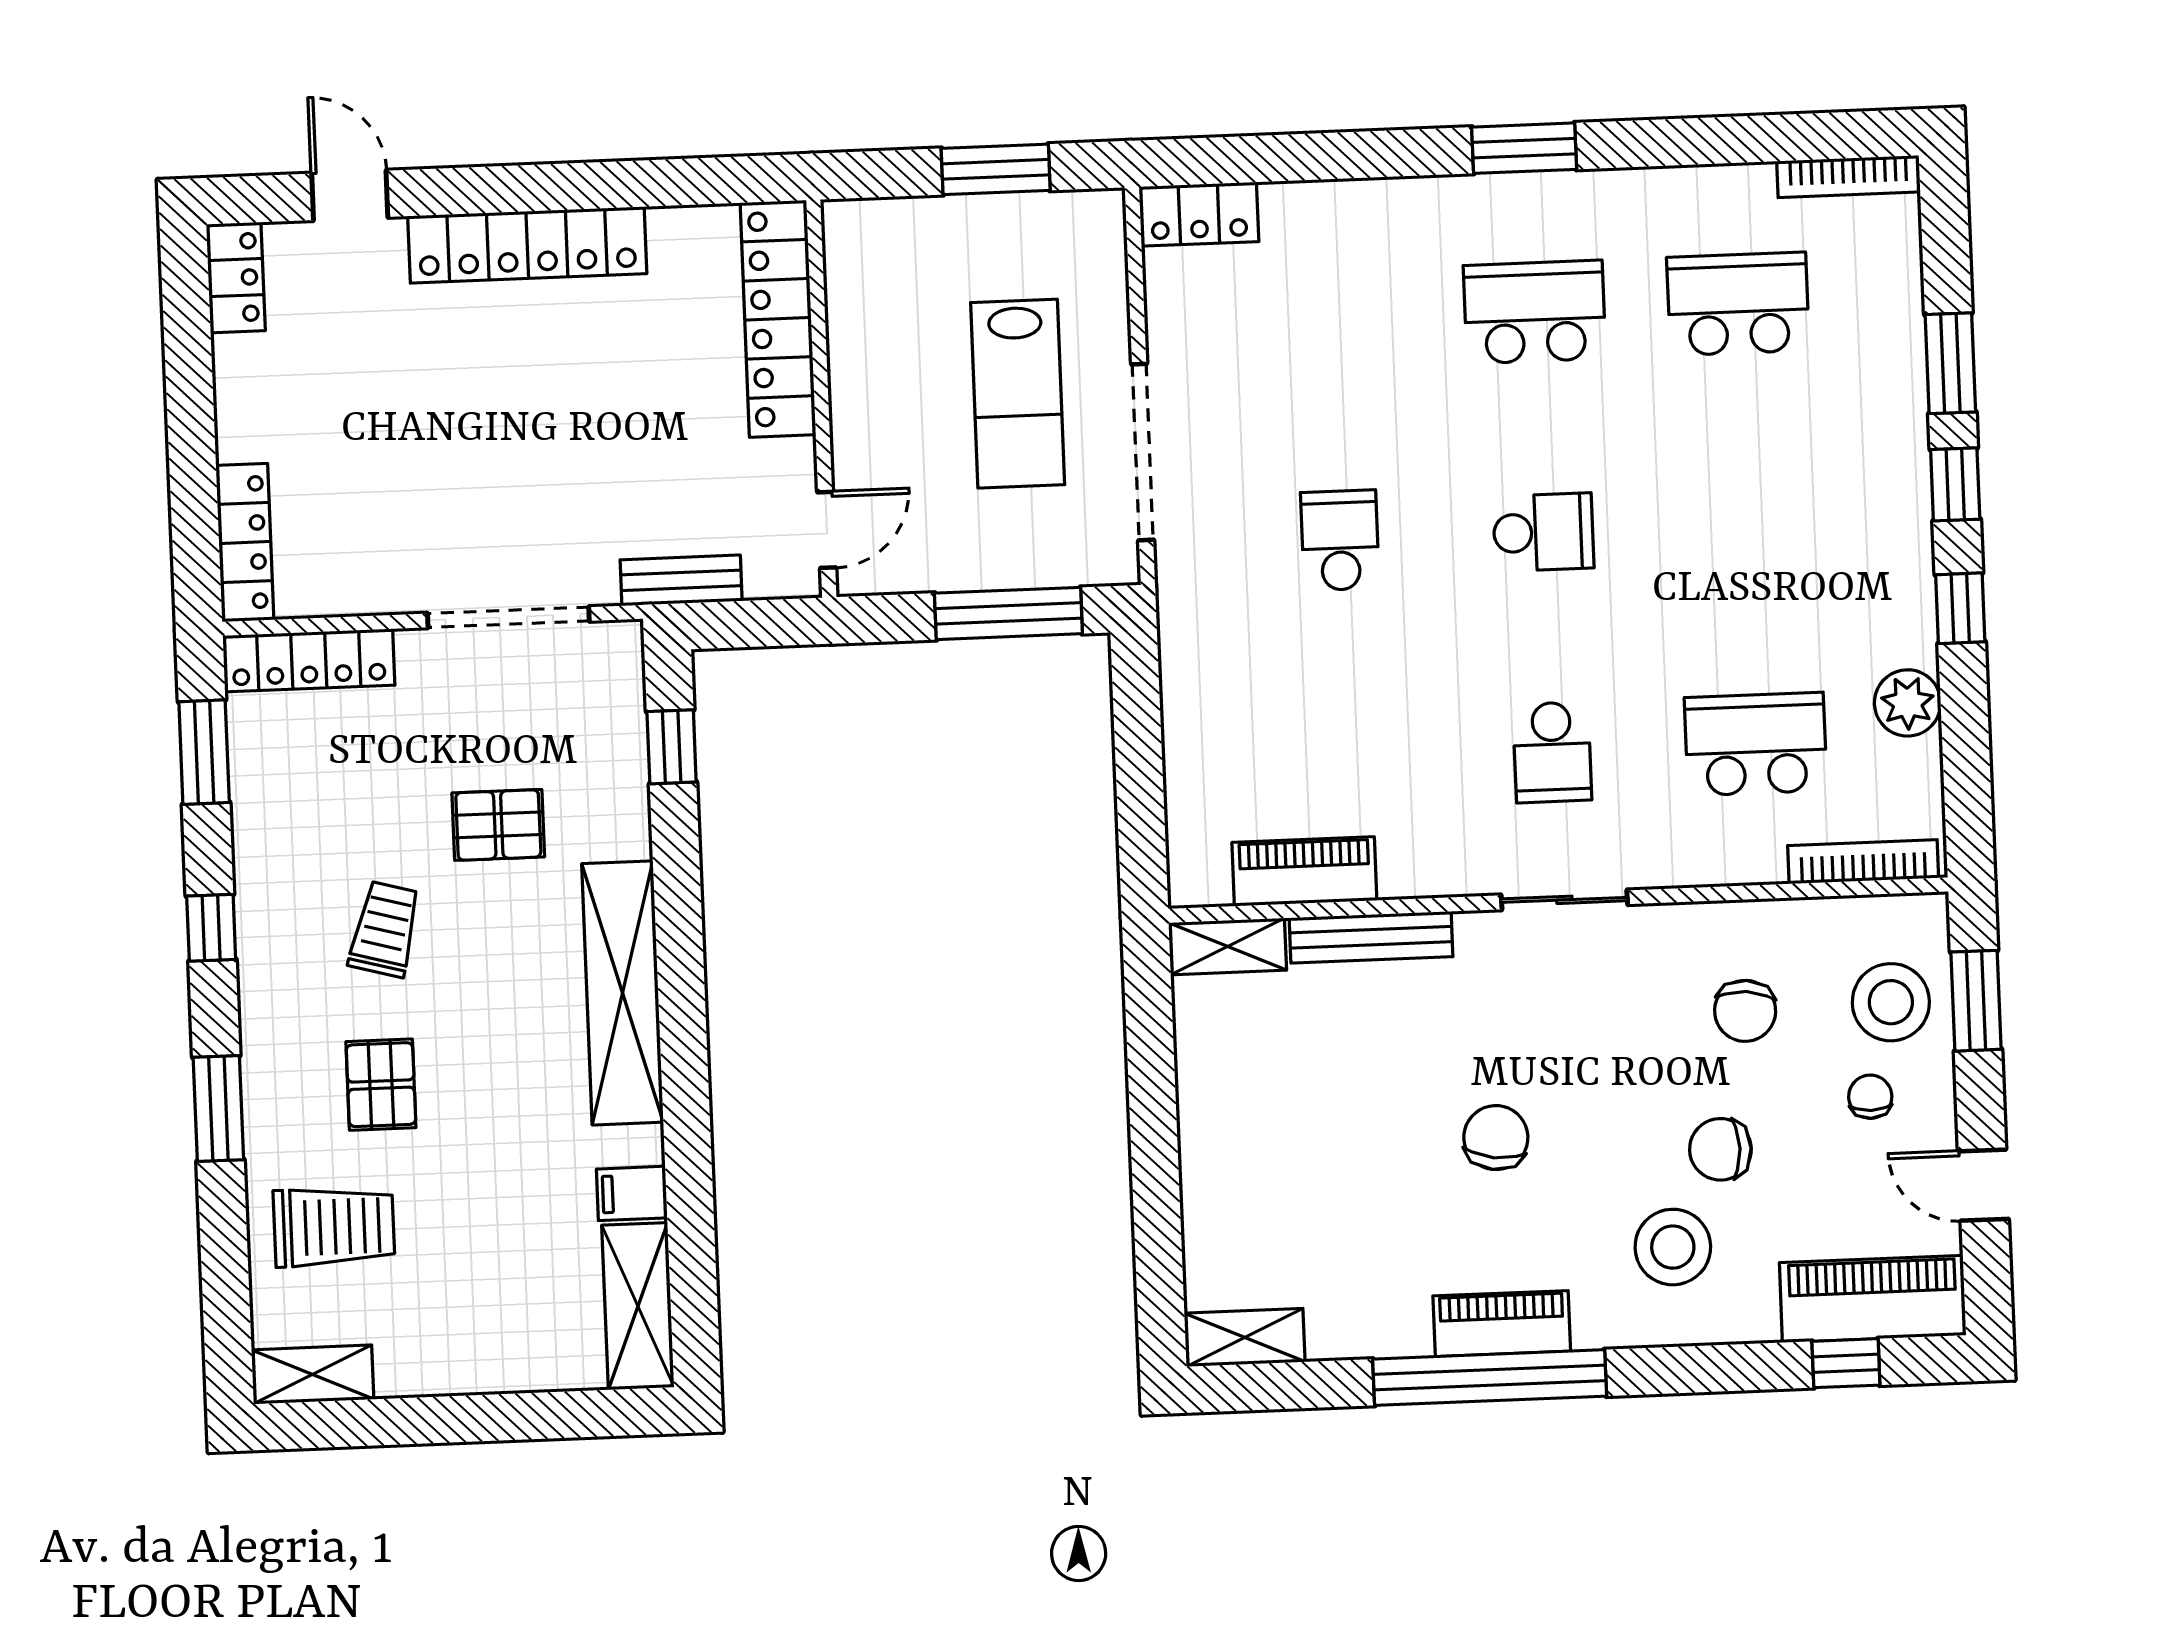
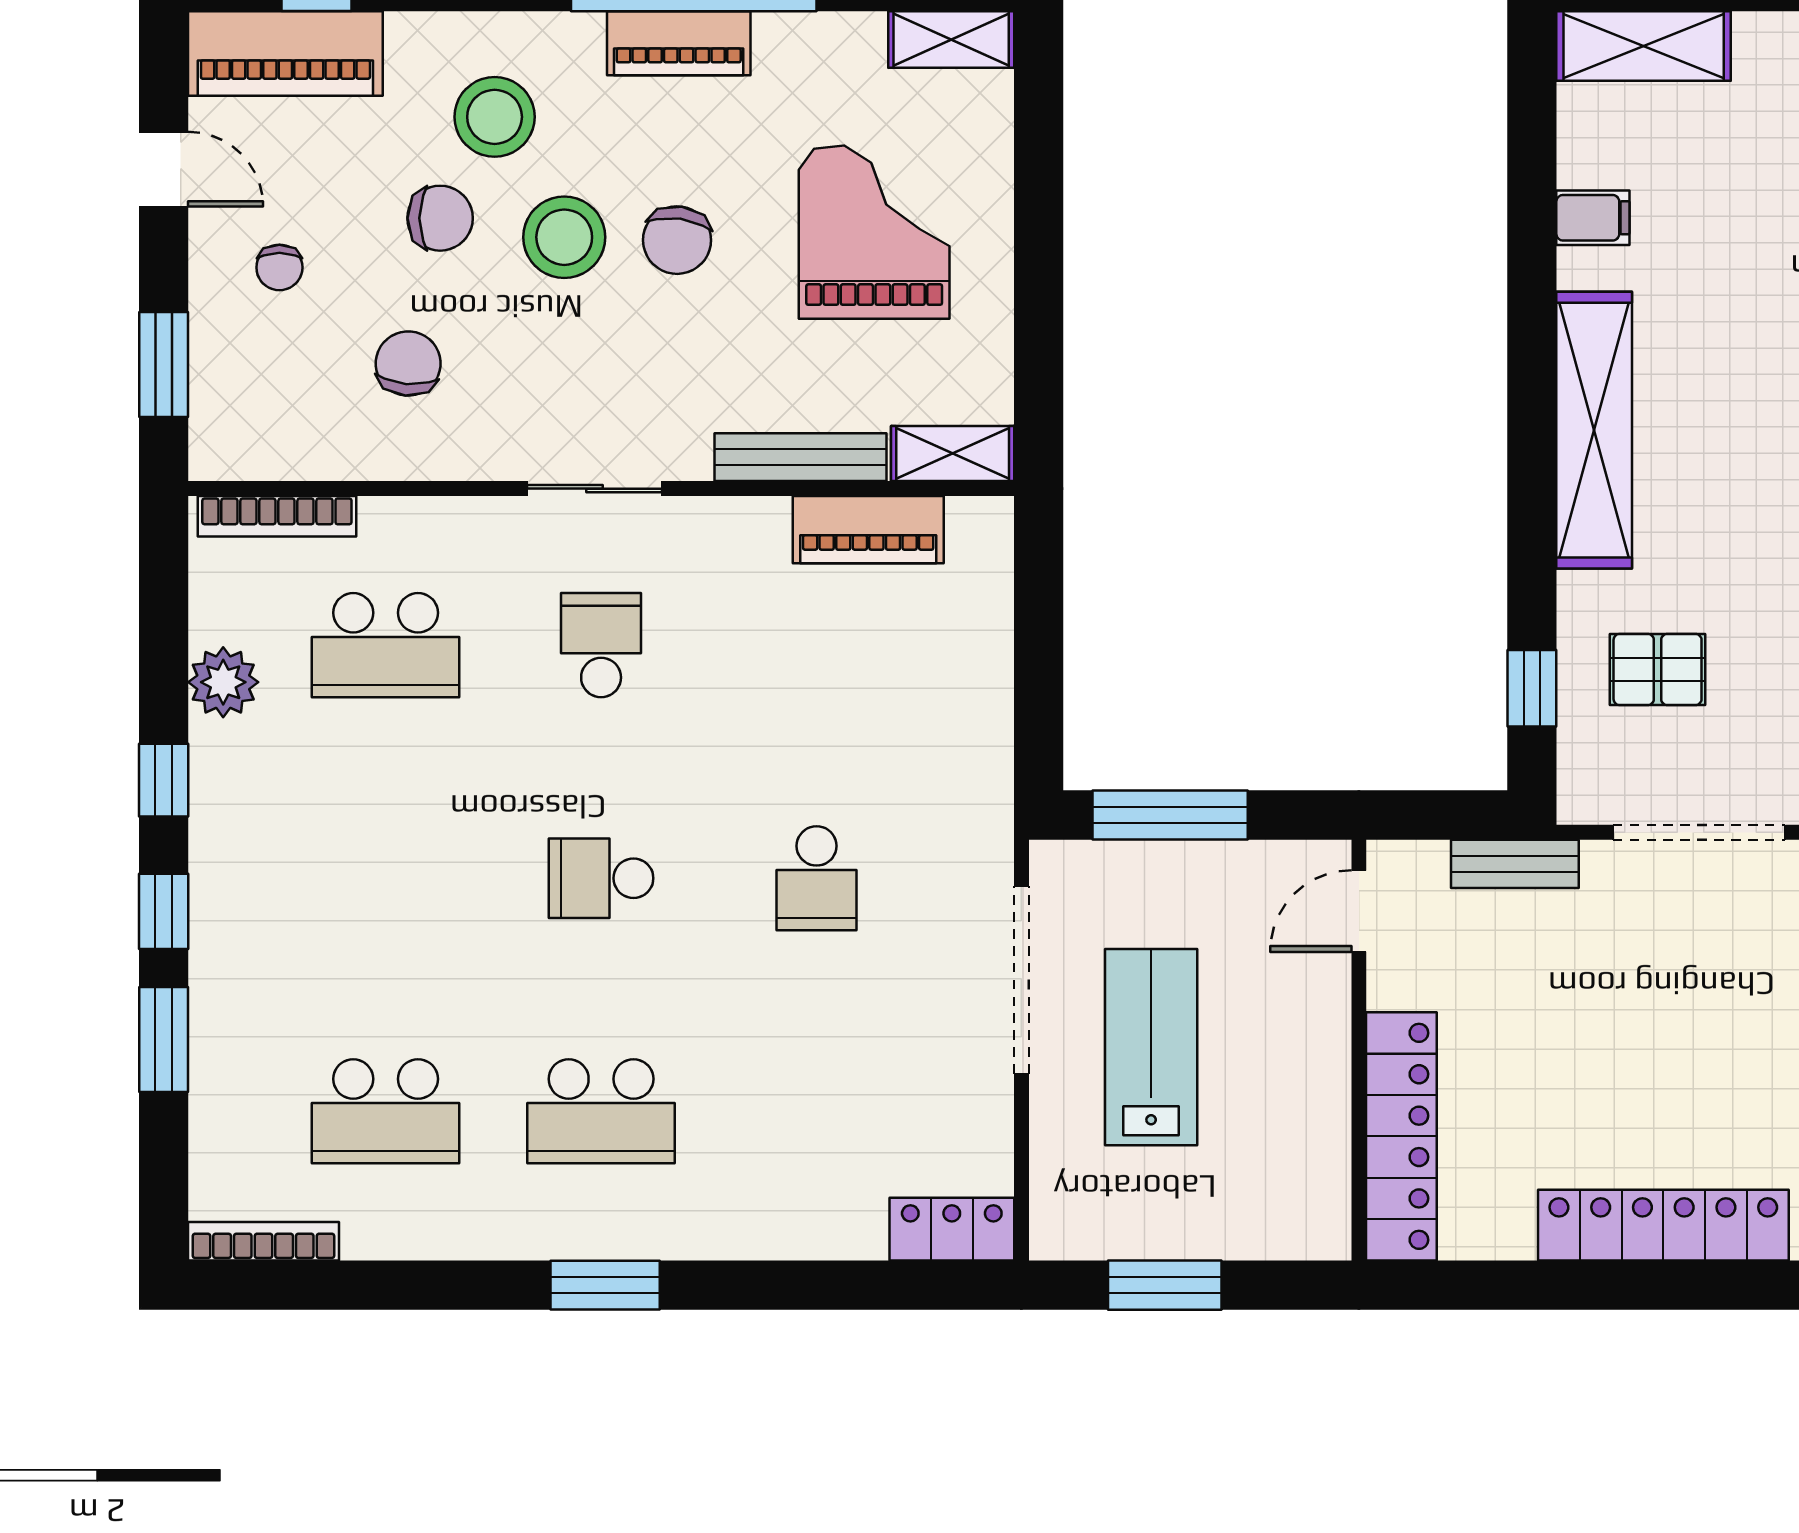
pallet: (498, 825) -> (1658, 669), moved
stool: (1891, 1002) -> (564, 237), moved
grand piano: (1310, 1153) -> (874, 232), added
shelving: (638, 1306) -> (1644, 46), moved, turned 90

